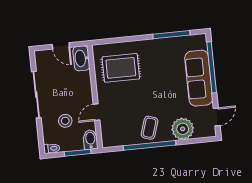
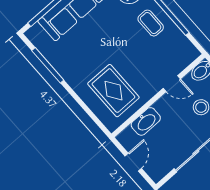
washbasin: (81, 58) -> (146, 121), moved
coffee table: (149, 128) -> (151, 23), turned 72

